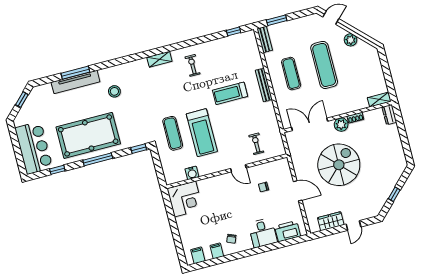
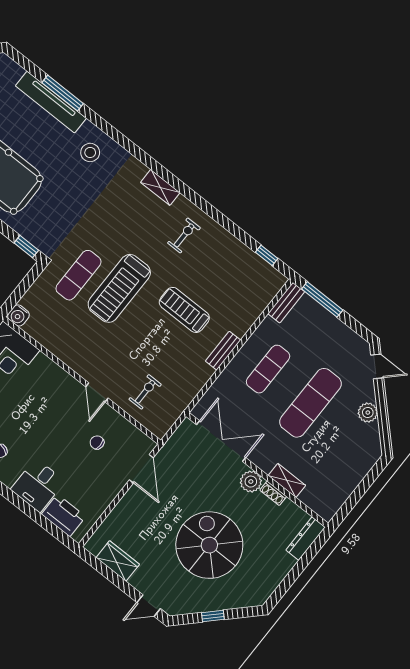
window: (277, 20) -> (322, 299), width x1.44
bench: (264, 85) -> (223, 351), width x0.73
stool: (114, 91) -> (90, 152), moved
shelving: (379, 100) -> (287, 480), moved
dresser: (389, 115) -> (306, 539), width x1.44
treadmill: (202, 133) -> (119, 288), moved
spiral stairs: (339, 165) -> (209, 545), moved, turned -90
water cooler: (192, 173) -> (18, 315), moved
door: (298, 191) -> (141, 469), moved
door: (354, 226) -> (149, 606), moved

